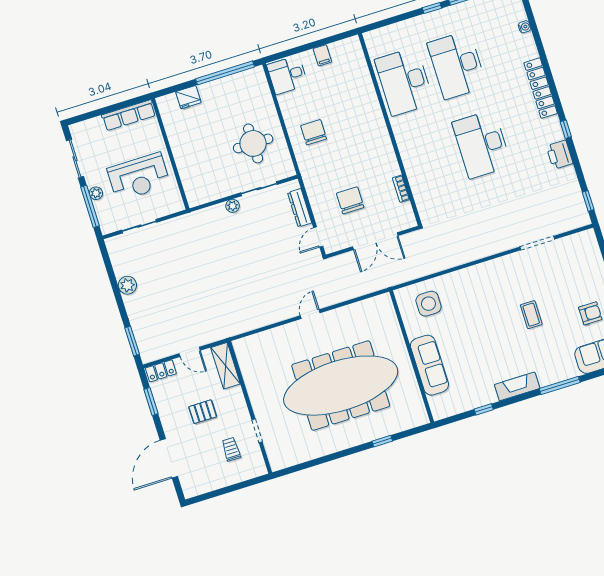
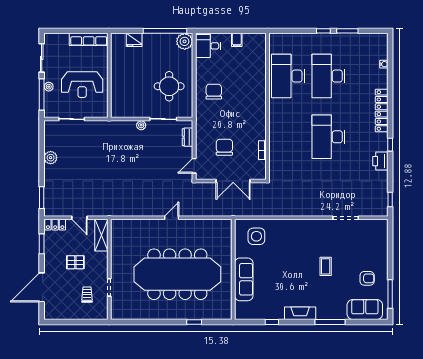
plant: (255, 79) -> (185, 41), added
dresser: (300, 208) -> (188, 137), width x0.70

